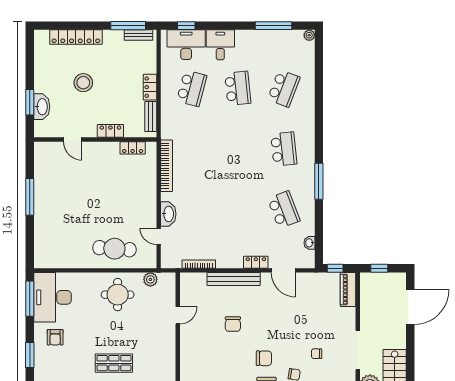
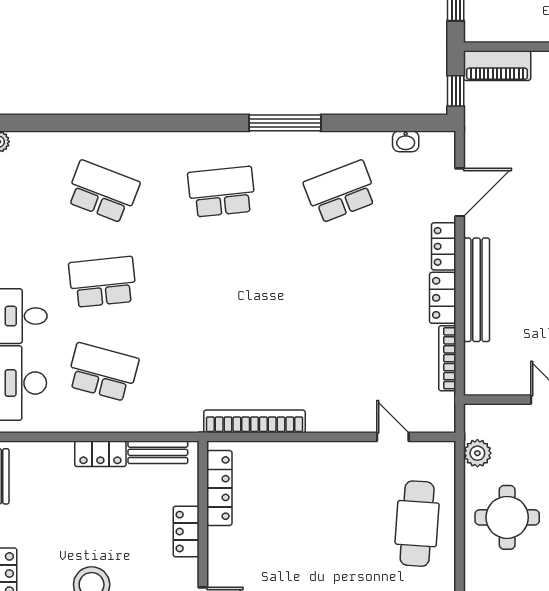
locker: (133, 148) -> (219, 488), width x1.53
washbasin: (168, 214) -> (349, 418), removed
door: (159, 236) -> (393, 437), swing flipped
locker: (230, 262) -> (443, 298), added

